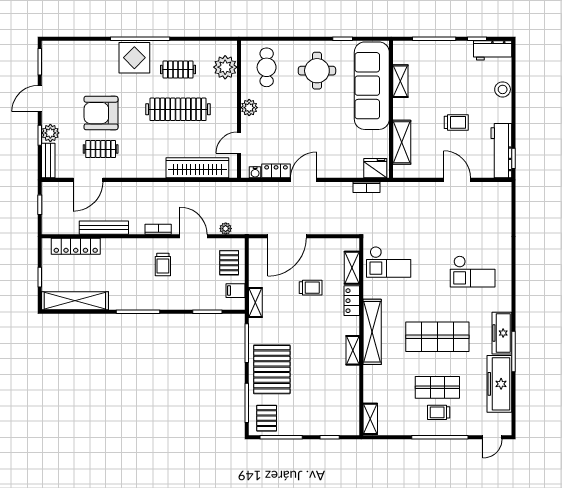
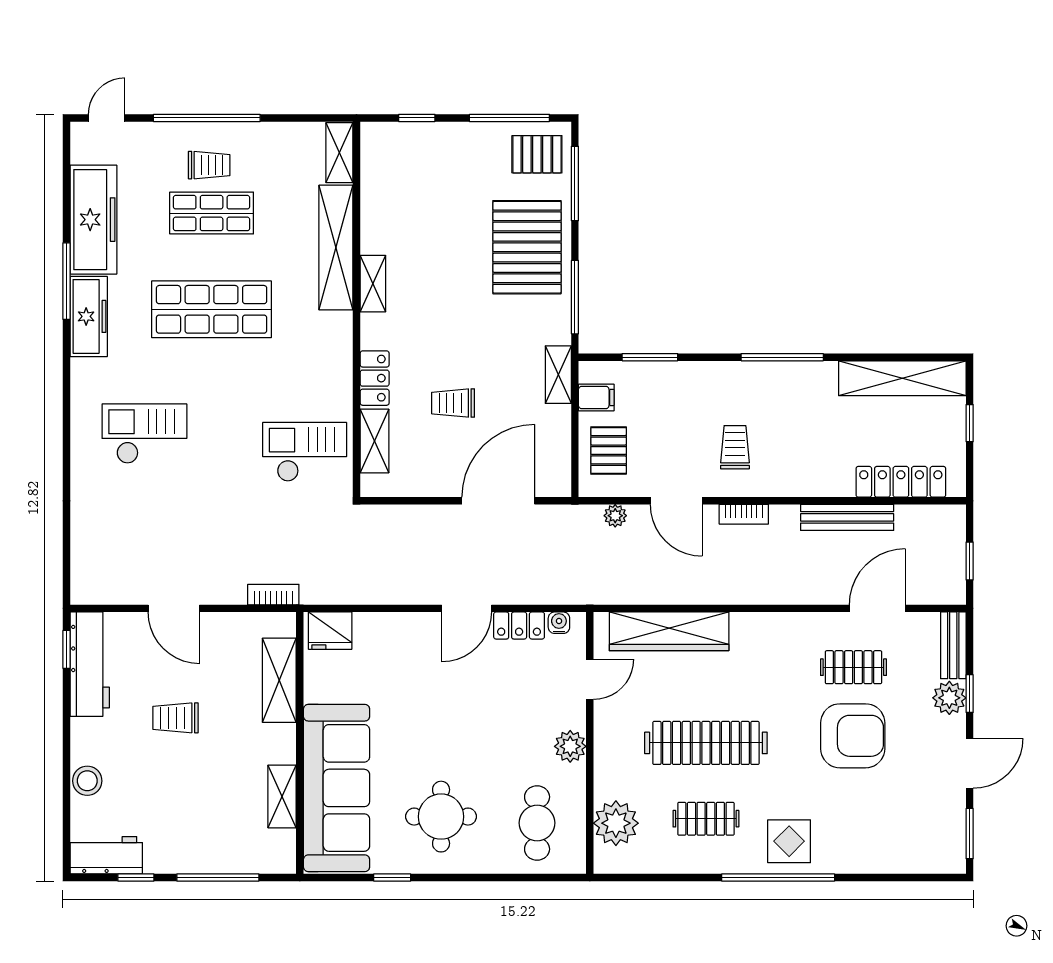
display table: (134, 58) -> (789, 841), width x0.73, depth x0.73
bookcase: (366, 187) -> (273, 595), moved
shelving: (372, 332) -> (336, 248), moved
pallet: (267, 418) -> (537, 154), turned 90

